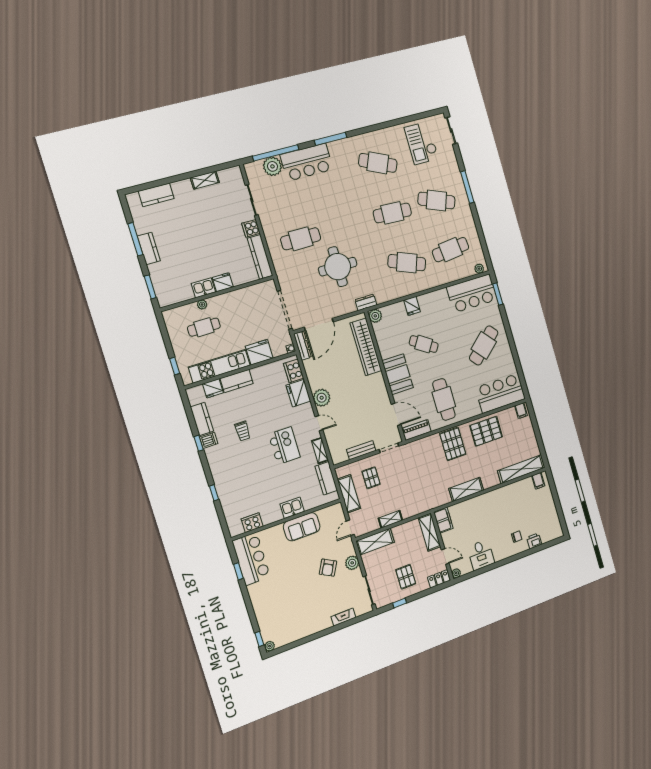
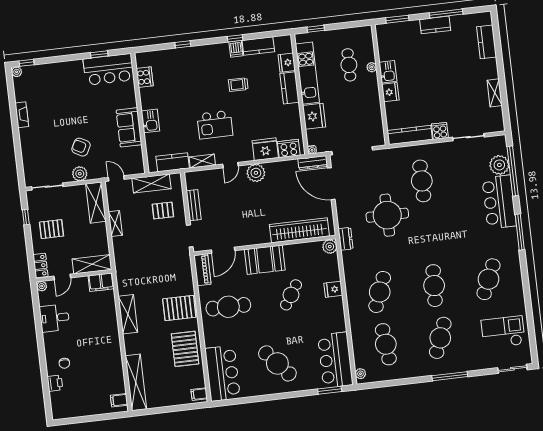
fireplace: (343, 617) -> (22, 115), moved

